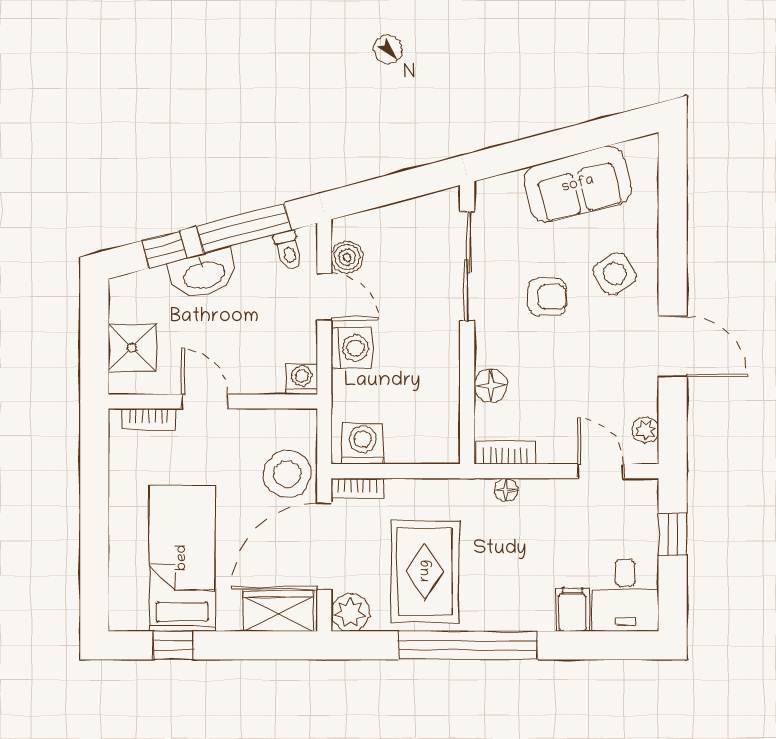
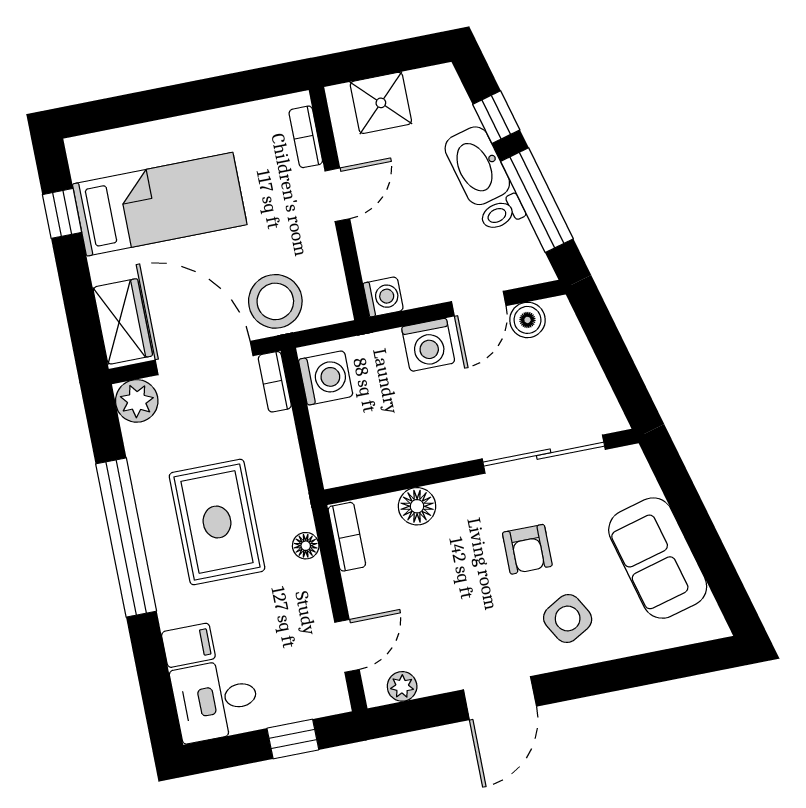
toilet: (288, 250) -> (502, 213), moved
rug: (425, 571) -> (217, 522), moved, turned 90

